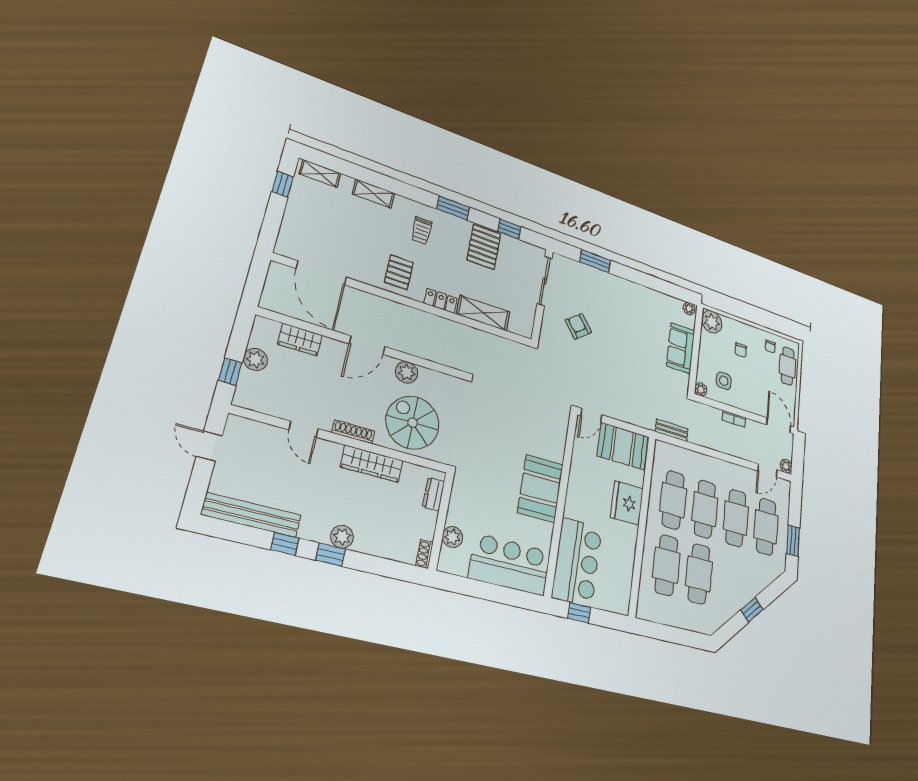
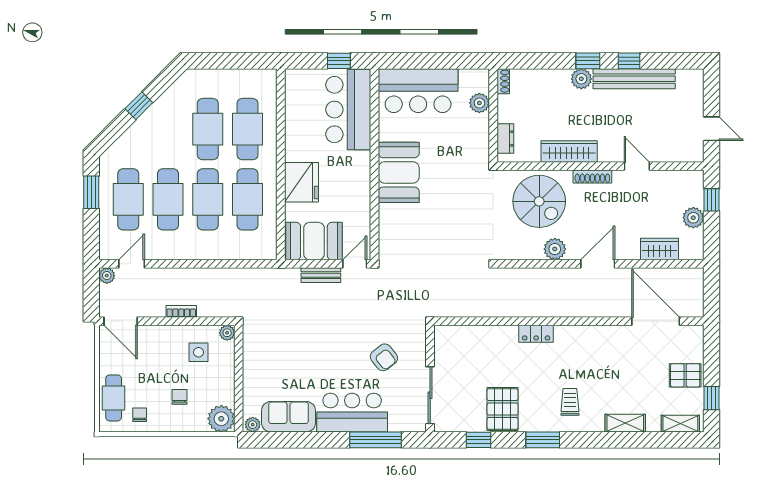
window: (595, 261) -> (375, 440), width x1.44
pallet: (399, 272) -> (685, 375), moved, turned 90
bar counter: (611, 290) -> (352, 413), added
shelving: (483, 313) -> (490, 336), removed
sofa: (681, 348) -> (289, 417), moved, turned -90
bench: (672, 430) -> (321, 275), moved
bench: (252, 515) -> (634, 79), moved

